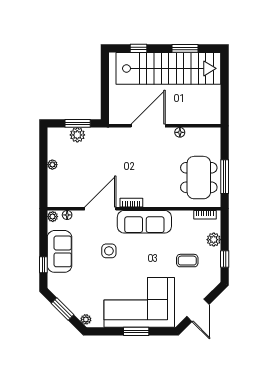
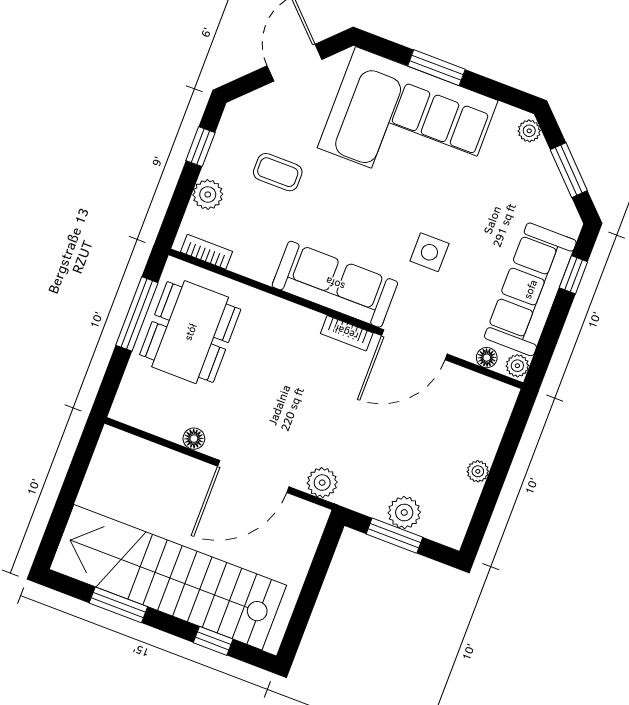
plant: (117, 134) -> (322, 483), added
sofa: (60, 251) -> (530, 289), width x1.36

